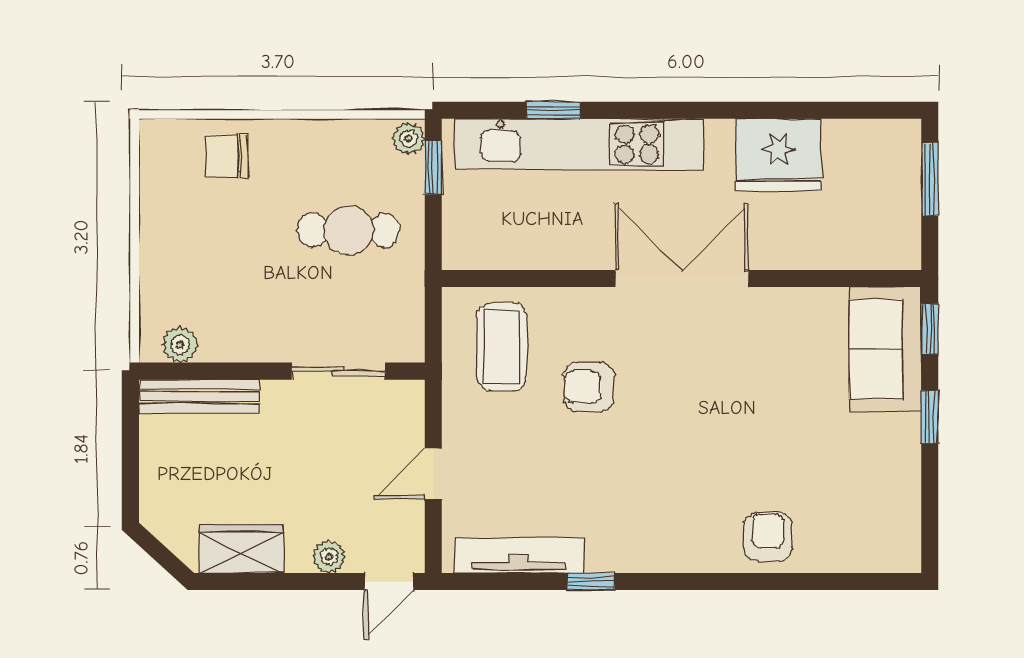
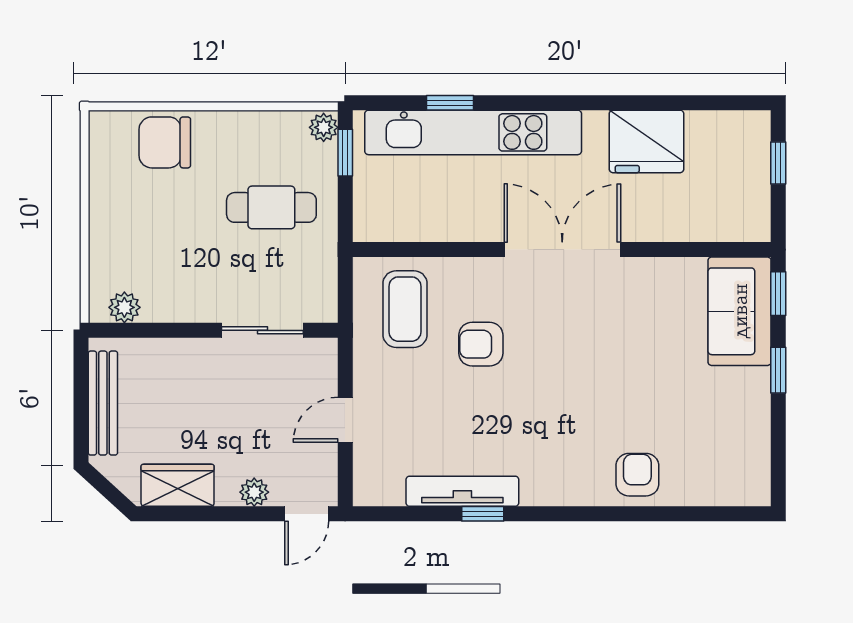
chair: (226, 156) -> (165, 142), width x1.37, depth x1.37
window: (930, 179) -> (778, 163), width x0.67
bench: (199, 396) -> (103, 403), moved, turned 90
tv unit: (519, 556) -> (462, 491), moved

